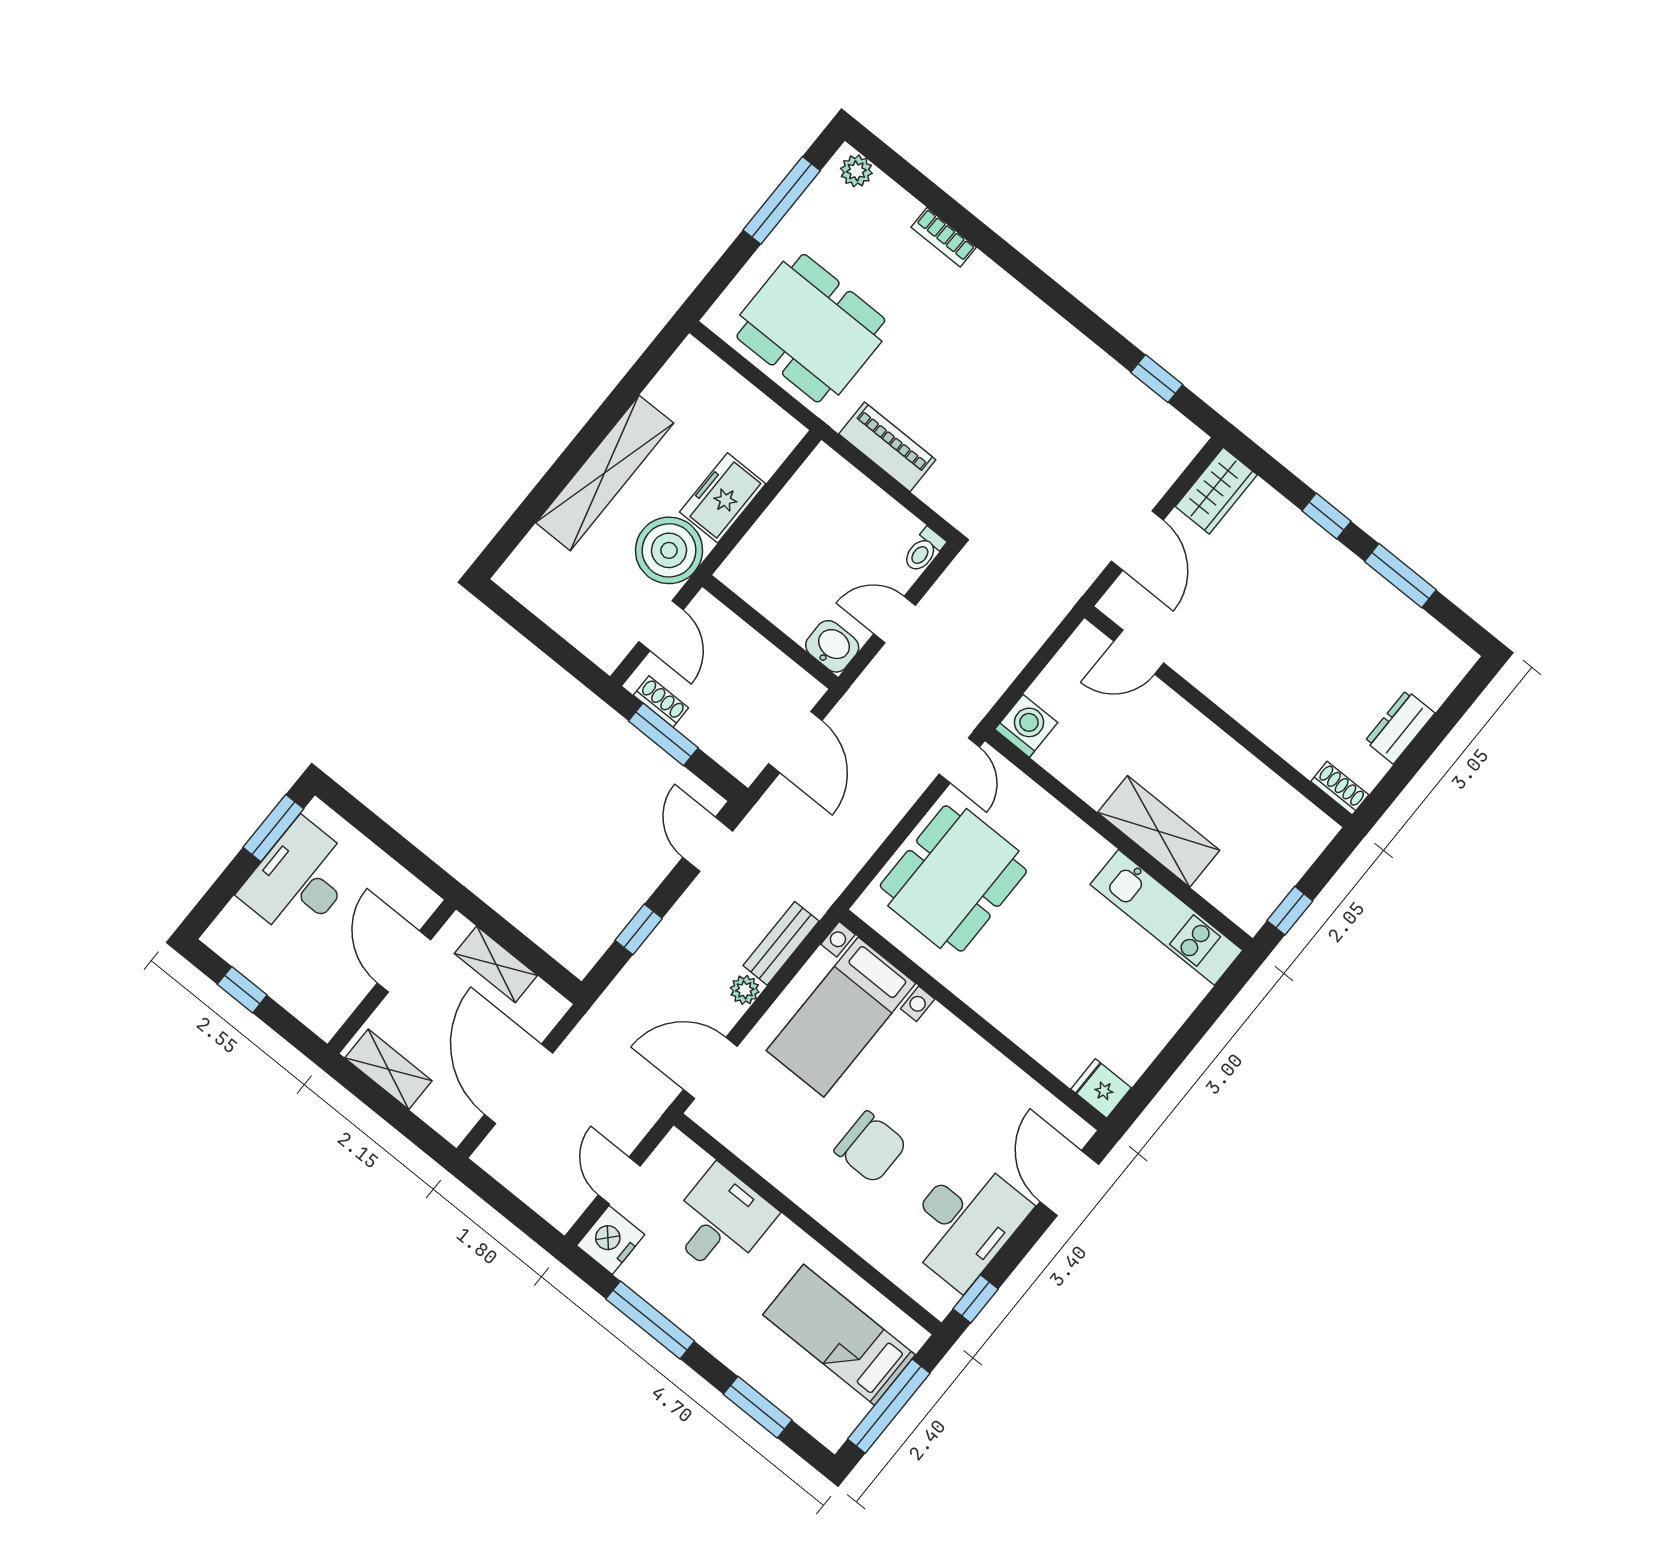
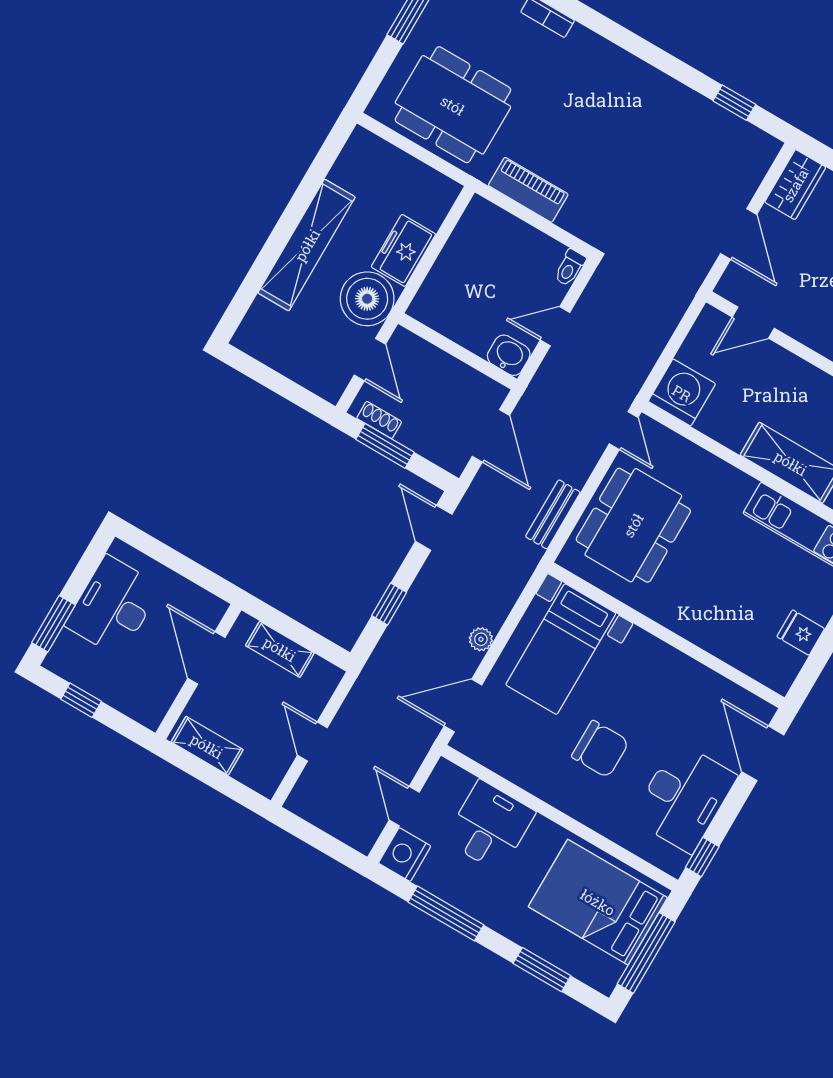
washing machine: (1026, 726) -> (682, 393), width x1.37, depth x1.37
window: (273, 828) -> (54, 624), moved
bench: (781, 943) -> (553, 514), moved
door: (519, 1084) -> (312, 741), width x0.53
fridge: (1101, 1088) -> (801, 633), moved
bed: (839, 1335) -> (598, 902), width x1.50

